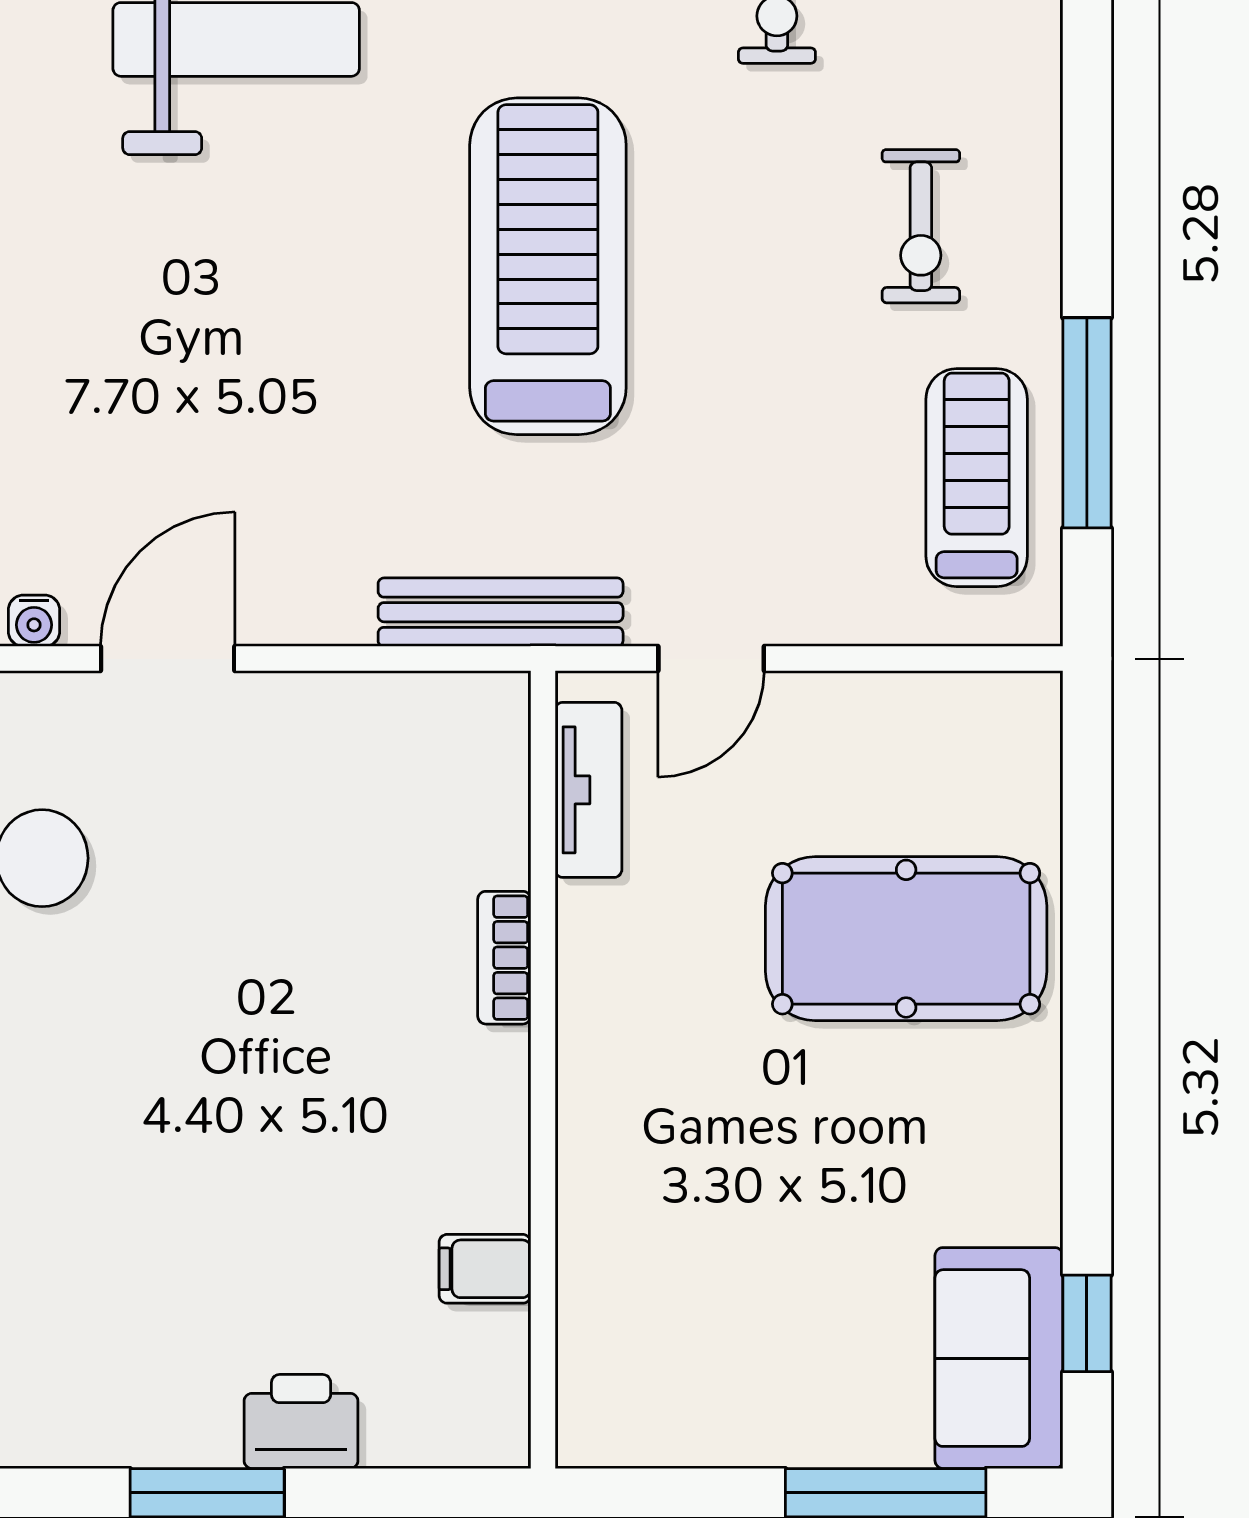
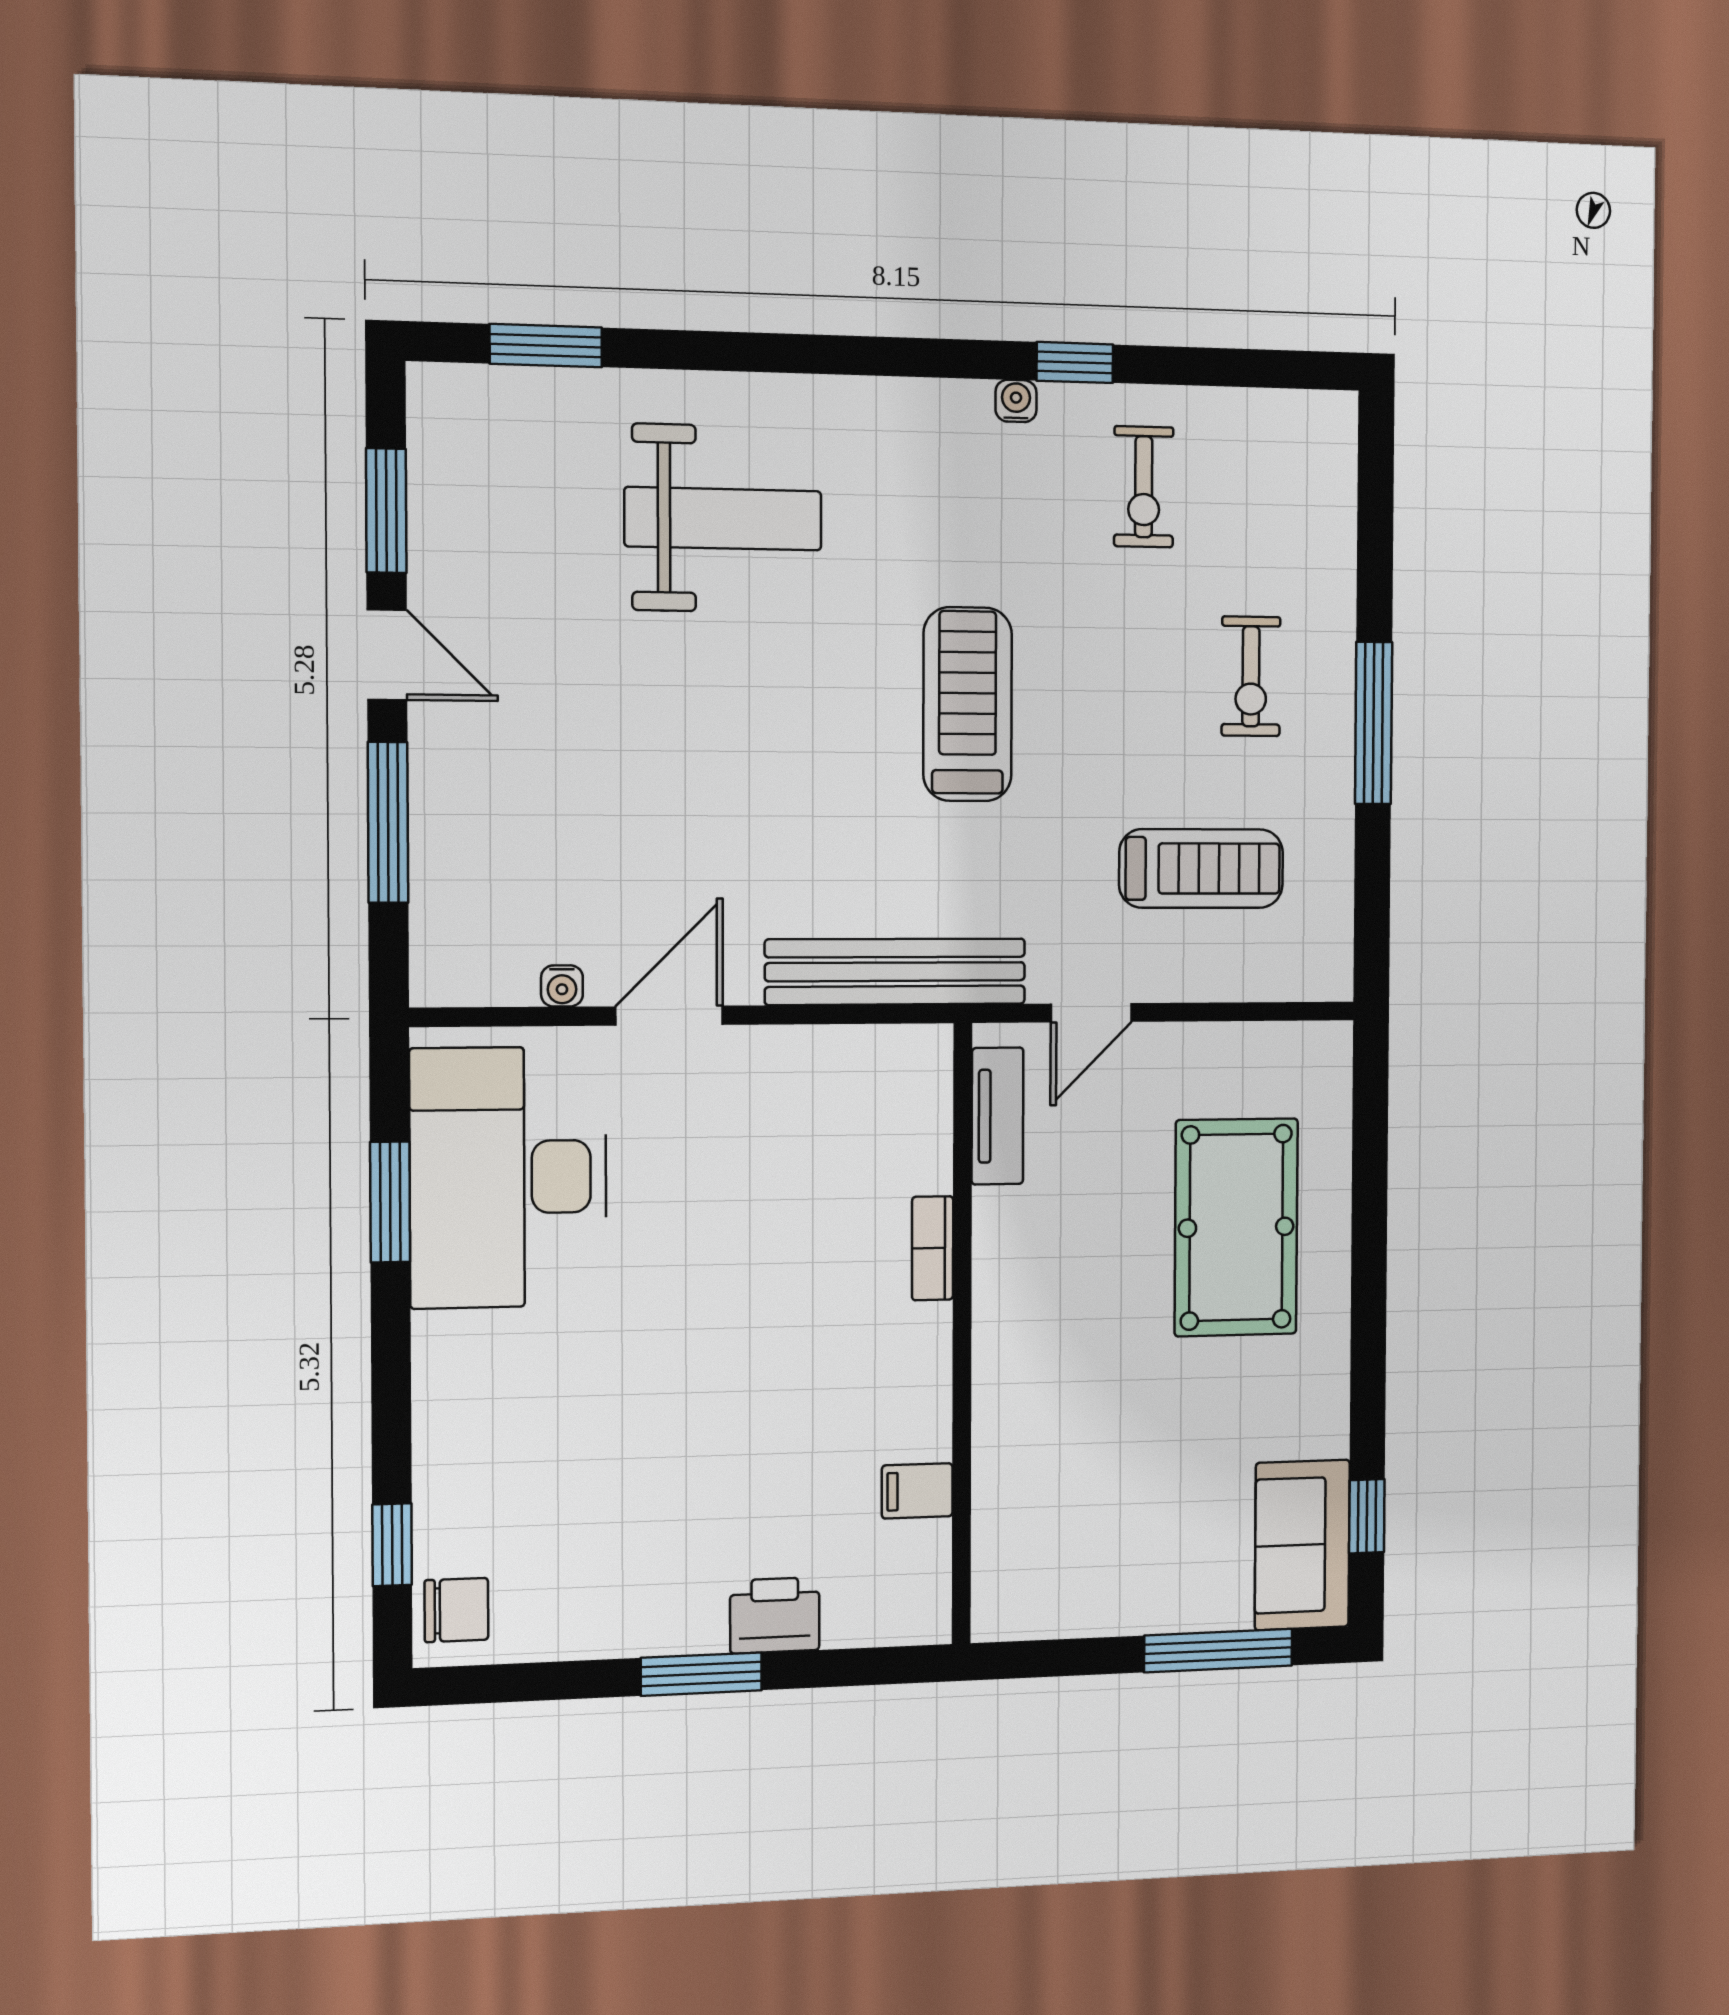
treadmill: (548, 266) -> (968, 704), width x0.73, depth x0.73
window: (1087, 423) -> (1374, 723), moved
treadmill: (977, 478) -> (1201, 868), moved, turned 90
bench: (501, 612) -> (896, 972), width x1.37, depth x1.21
pool table: (906, 939) -> (1236, 1227), turned 90

